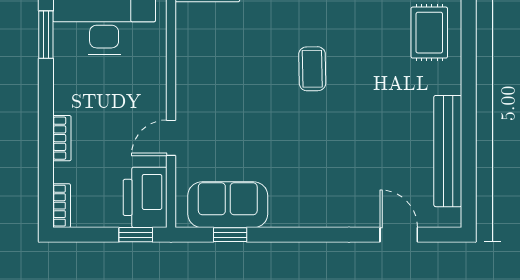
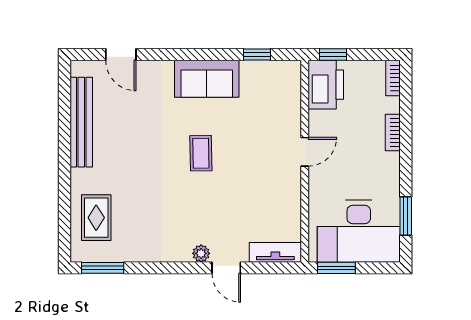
coffee table: (312, 69) -> (201, 153), moved
door: (171, 138) -> (305, 152), moved
sofa: (228, 205) -> (207, 79), moved

